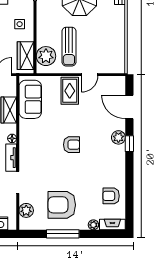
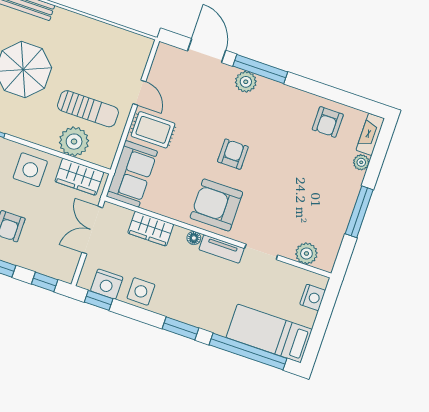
side table: (20, 24) -> (30, 170), width x1.87, depth x1.87
plant: (46, 56) -> (74, 142), moved
sofa: (30, 99) -> (132, 174), moved, turned 90
door: (129, 107) -> (207, 51), swing flipped
window: (129, 144) -> (260, 69), width x2.17
armchair: (62, 205) -> (216, 205), moved, turned 90

